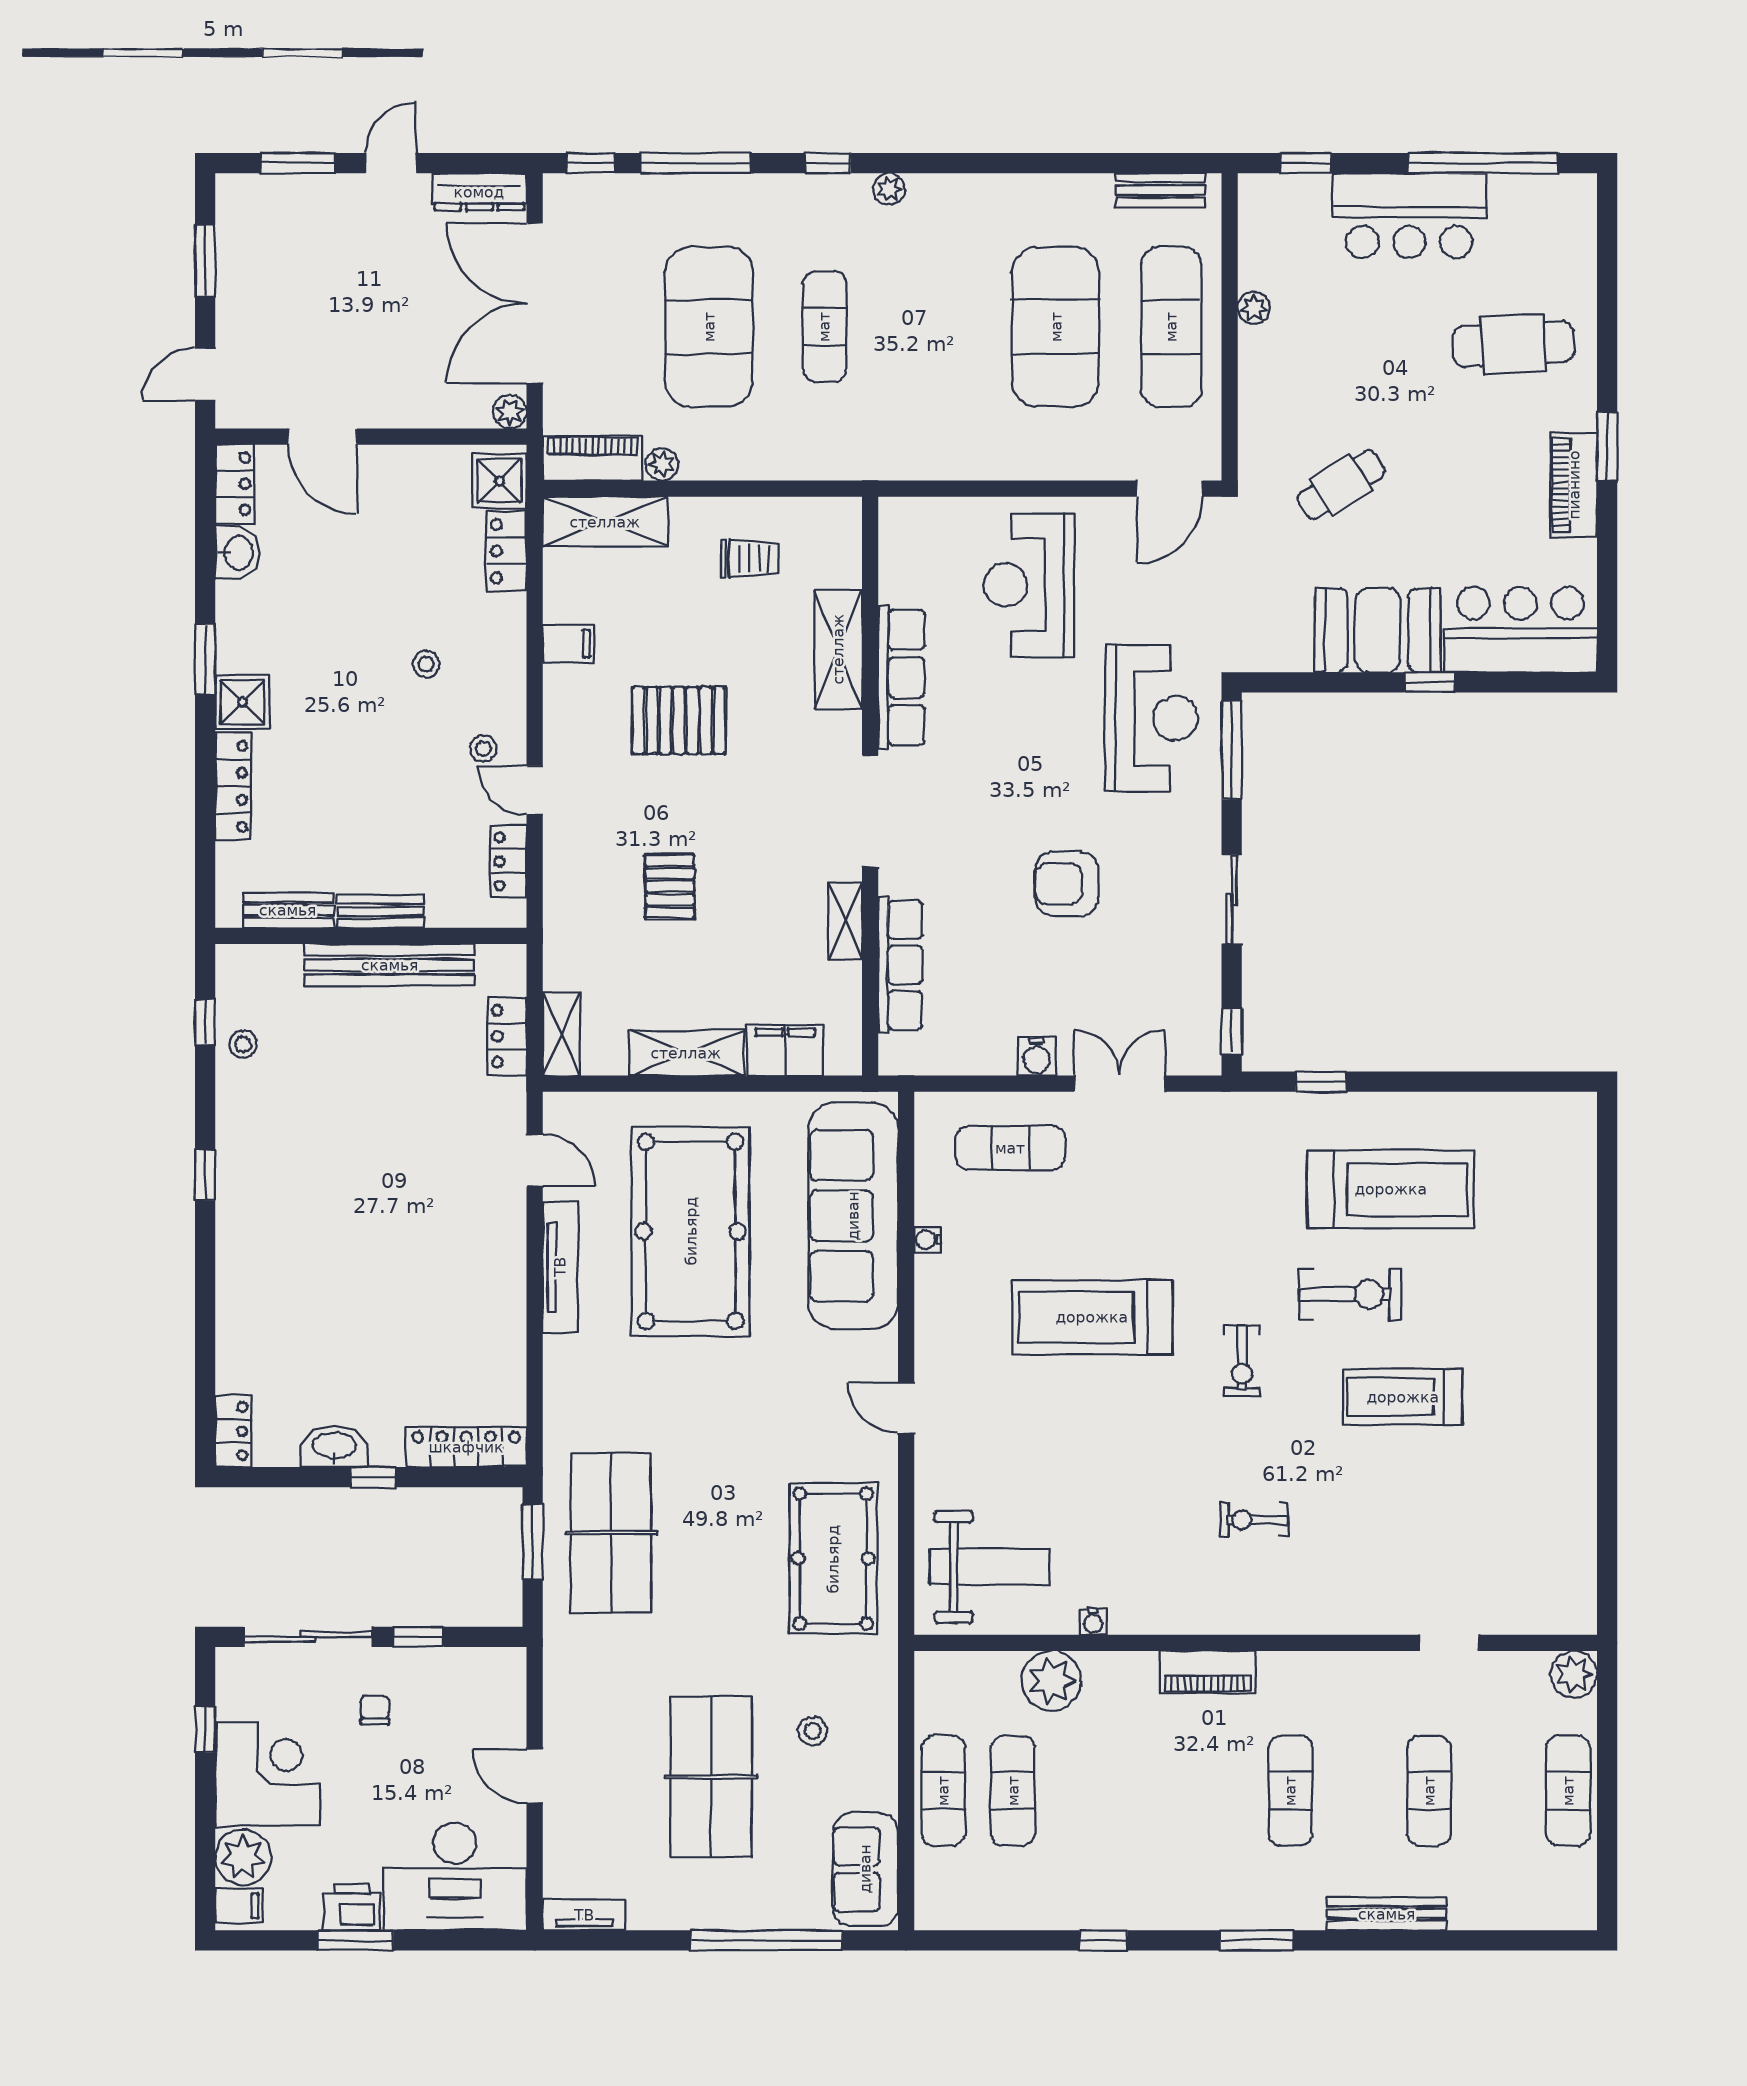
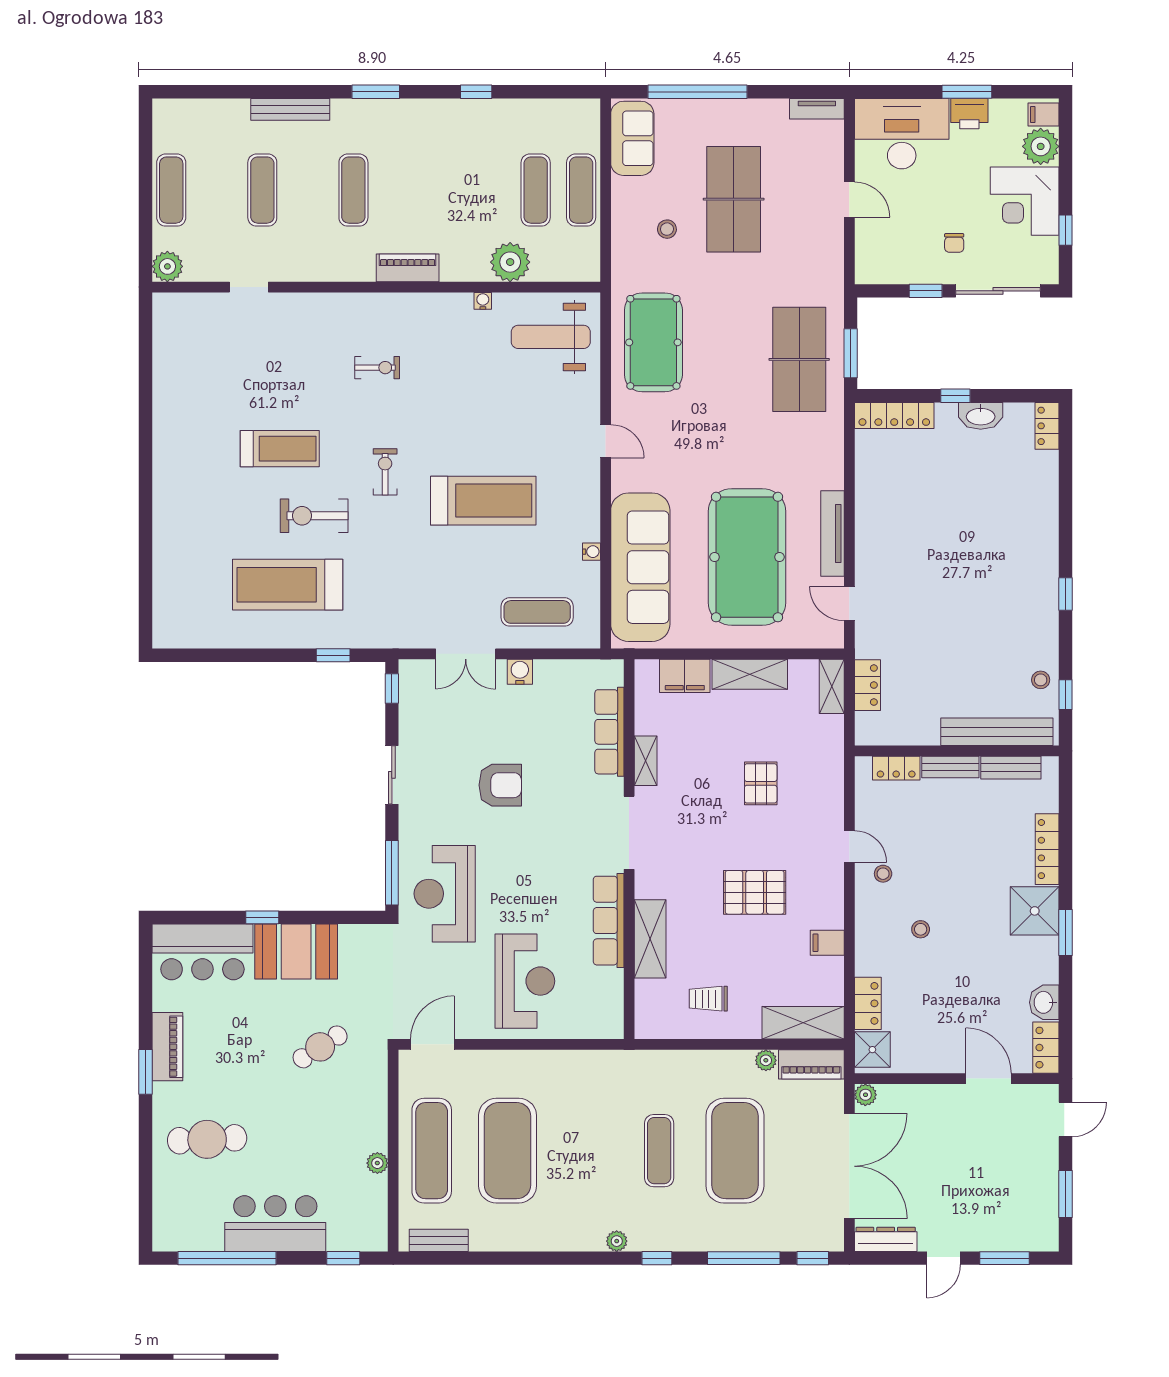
shower: (242, 702) -> (1035, 911), width x1.36, depth x1.36
locker: (509, 861) -> (896, 768), moved, turned 90
bench: (390, 965) -> (997, 732), moved

